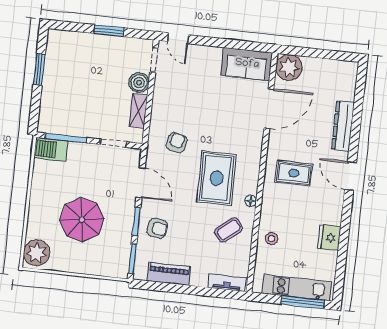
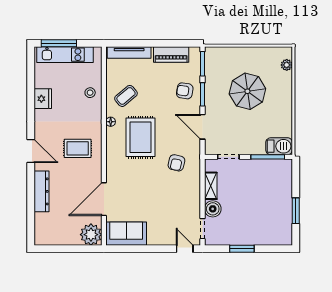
plant: (36, 253) -> (287, 65), width x0.53, depth x0.53
tv unit: (227, 283) -> (129, 53), width x1.41

